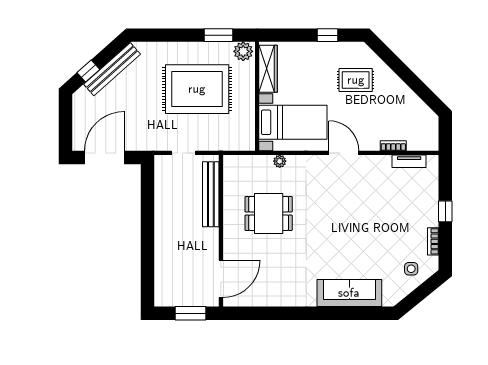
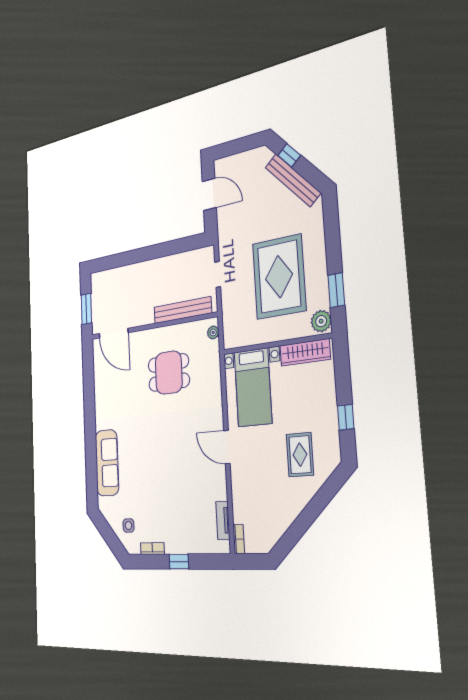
bookcase: (393, 146) -> (239, 539), moved
door: (344, 153) -> (227, 447), swing flipped
door: (104, 157) -> (209, 194), width x0.73
plant: (280, 161) -> (213, 332), moved
dining table: (269, 214) -> (169, 373), turned 90

